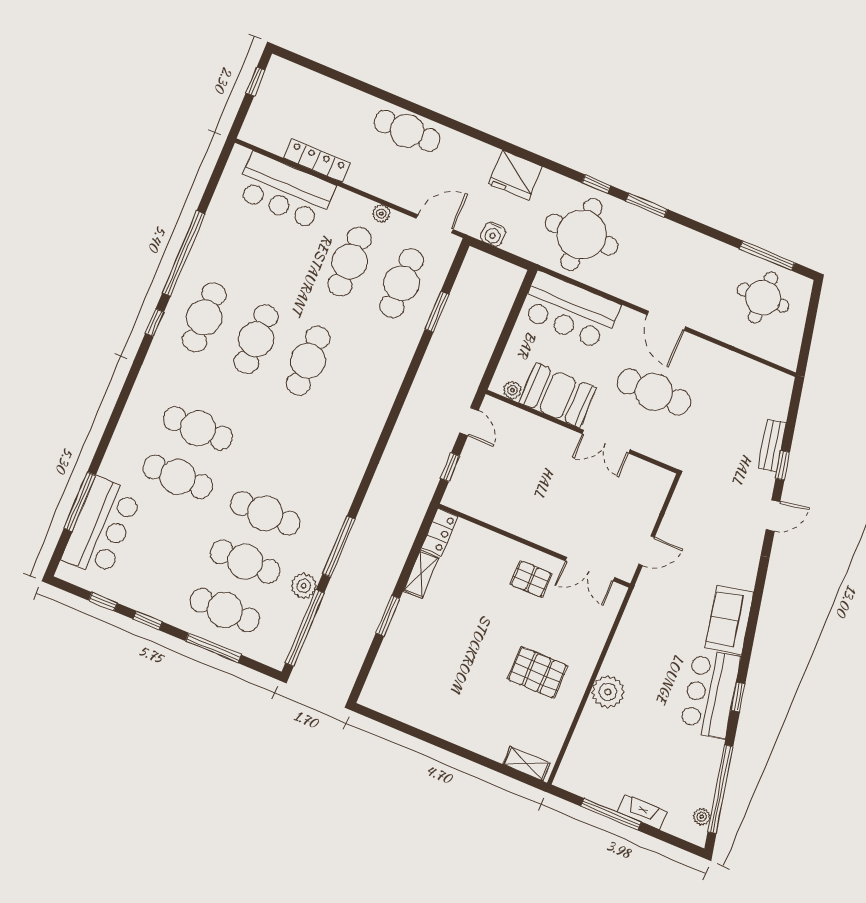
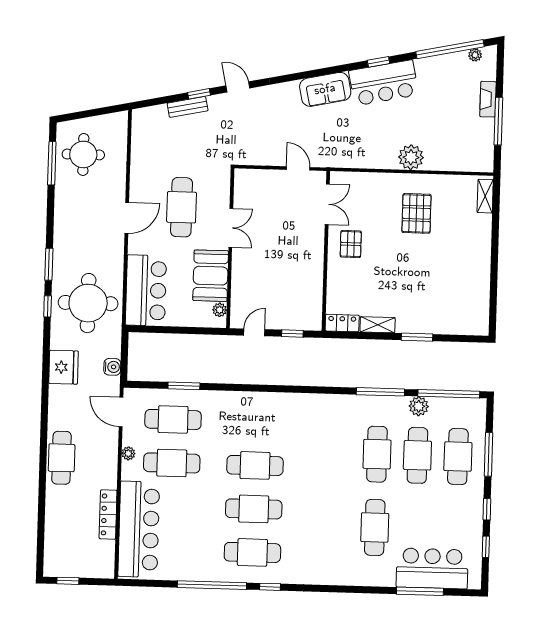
bar counter: (285, 191) -> (139, 529), width x1.36
cafe table: (198, 428) -> (334, 526), removed

